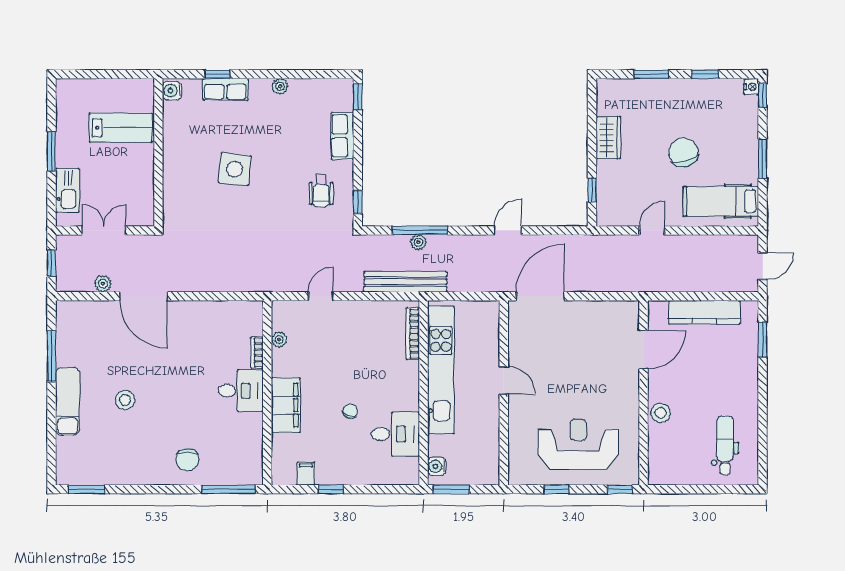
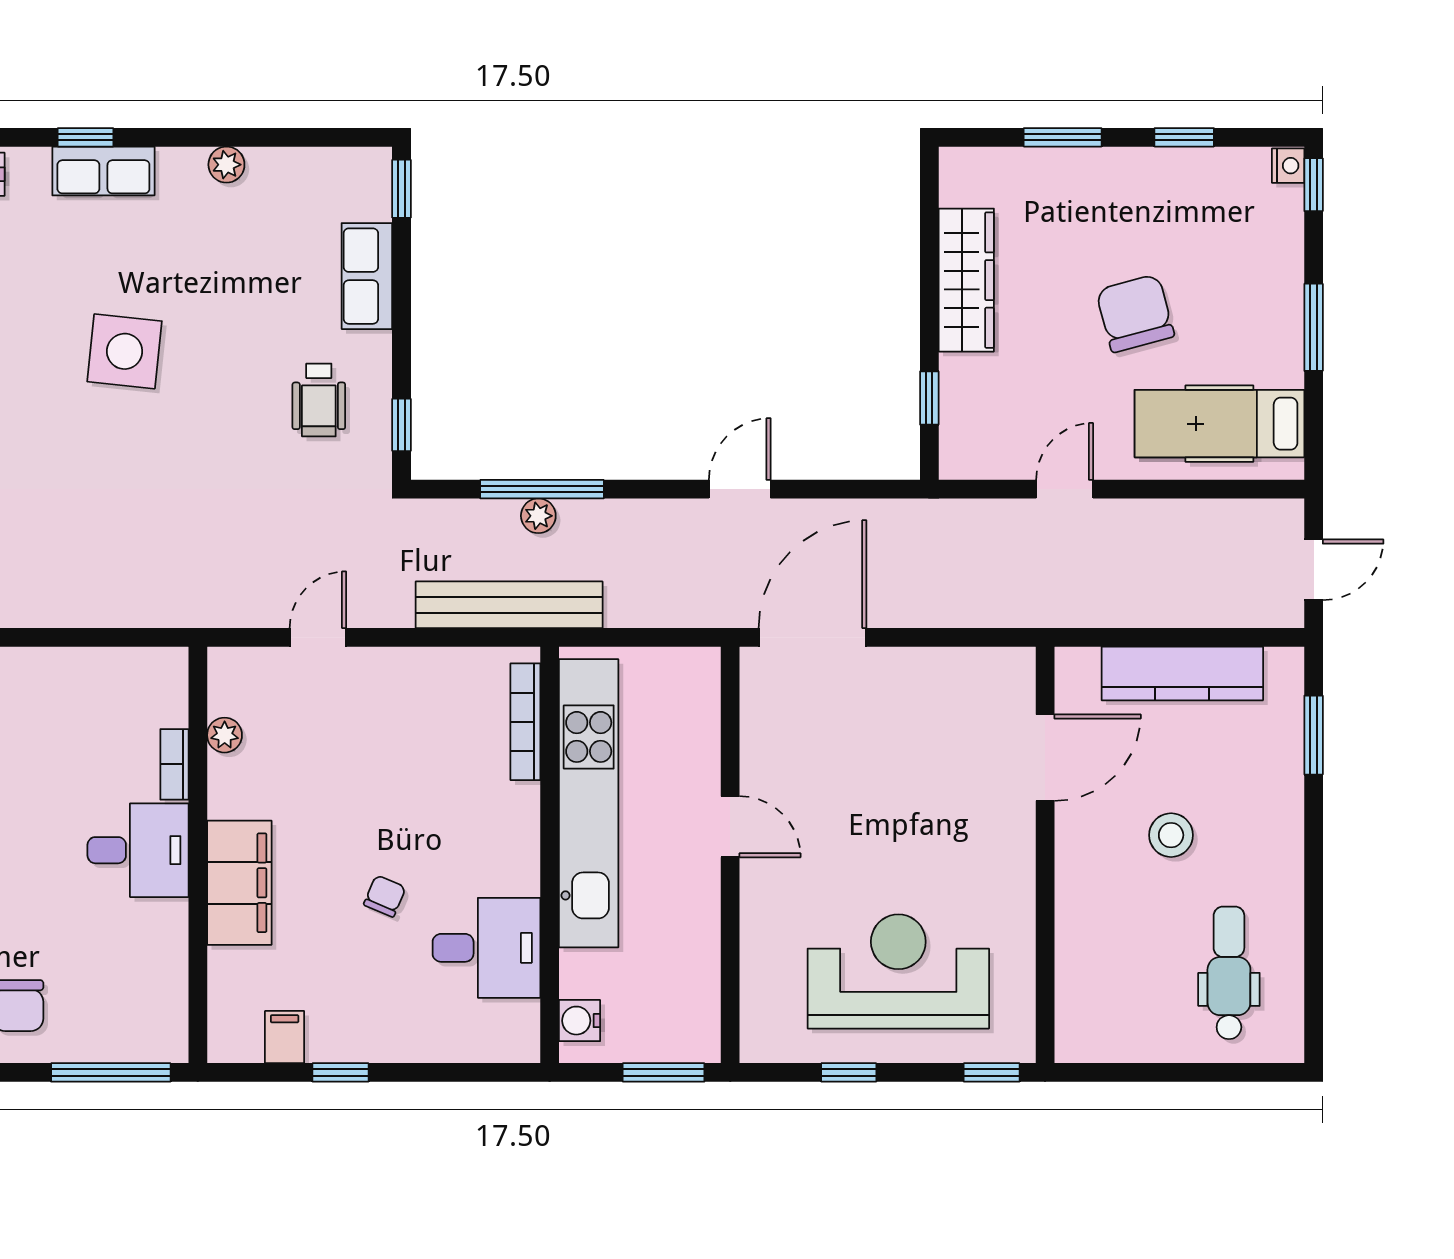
wardrobe: (608, 138) -> (966, 280), width x1.50
stool: (661, 413) -> (1171, 835), moved
window: (451, 489) -> (664, 1072), moved

